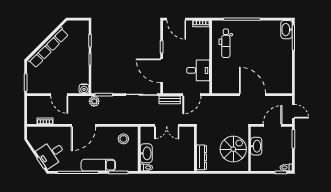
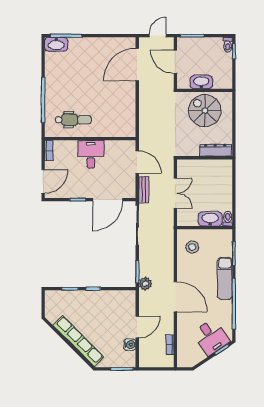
desk: (198, 70) -> (91, 154), moved
water cooler: (84, 89) -> (130, 345), moved
door: (253, 95) -> (137, 65), moved

